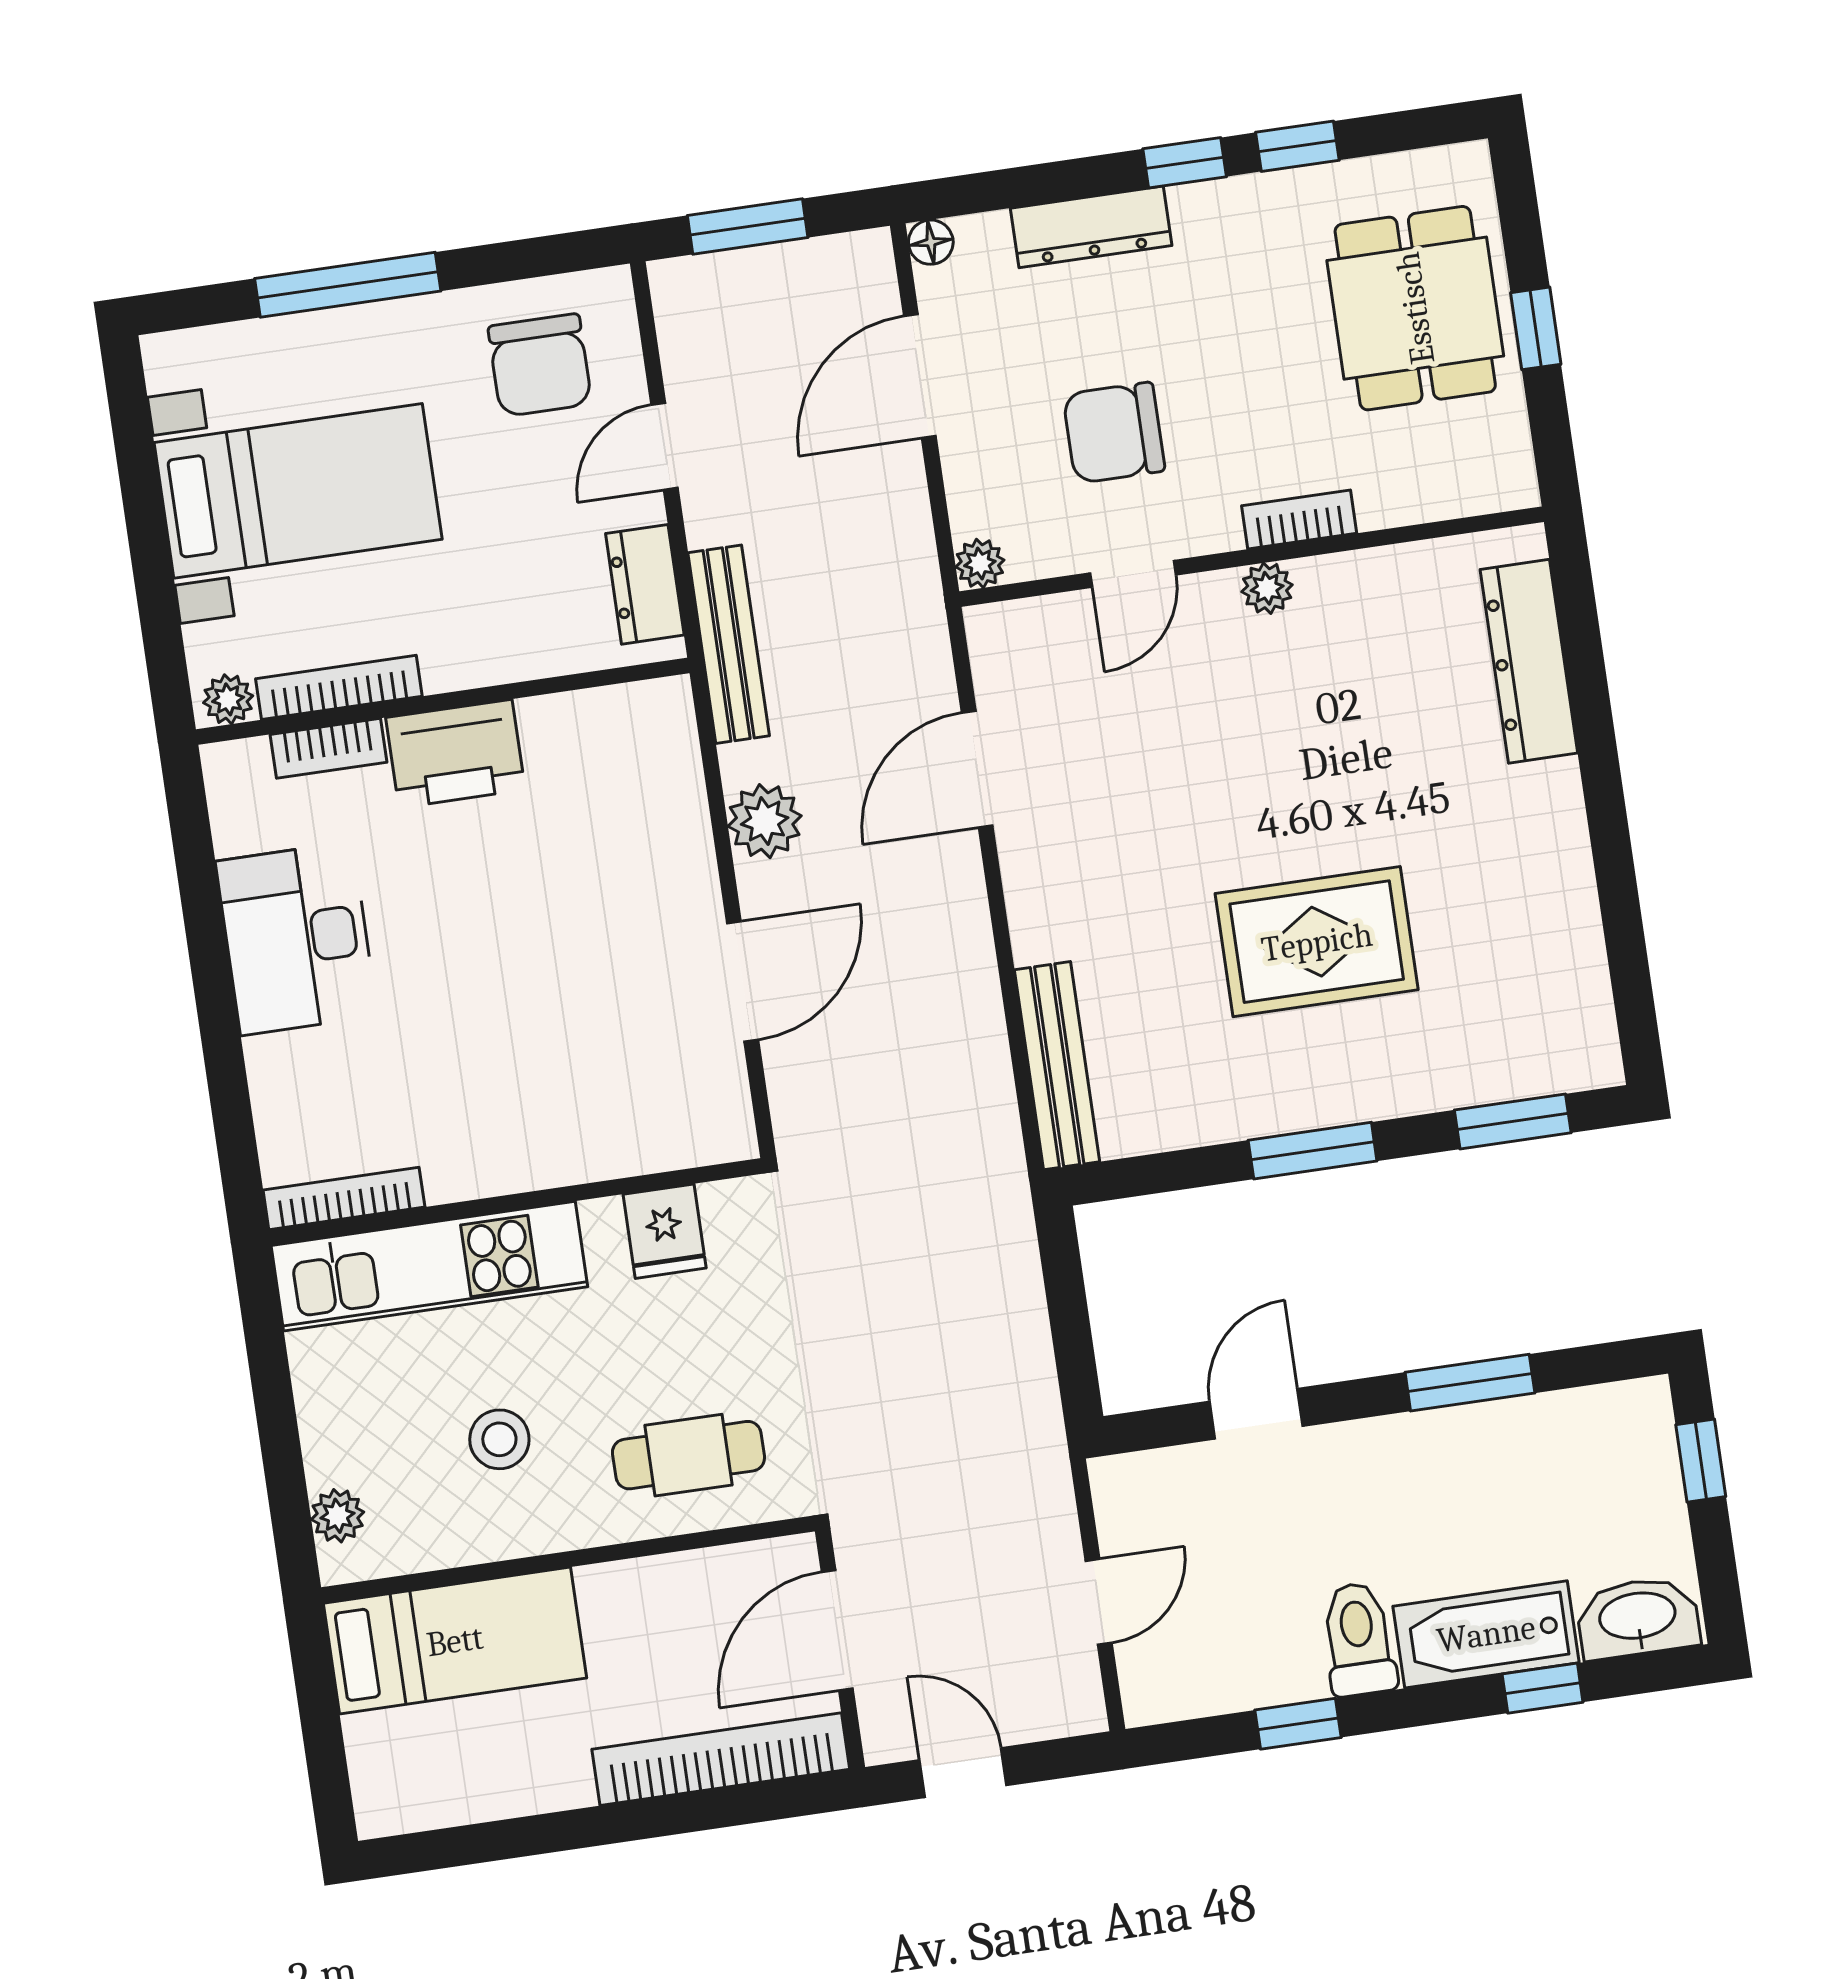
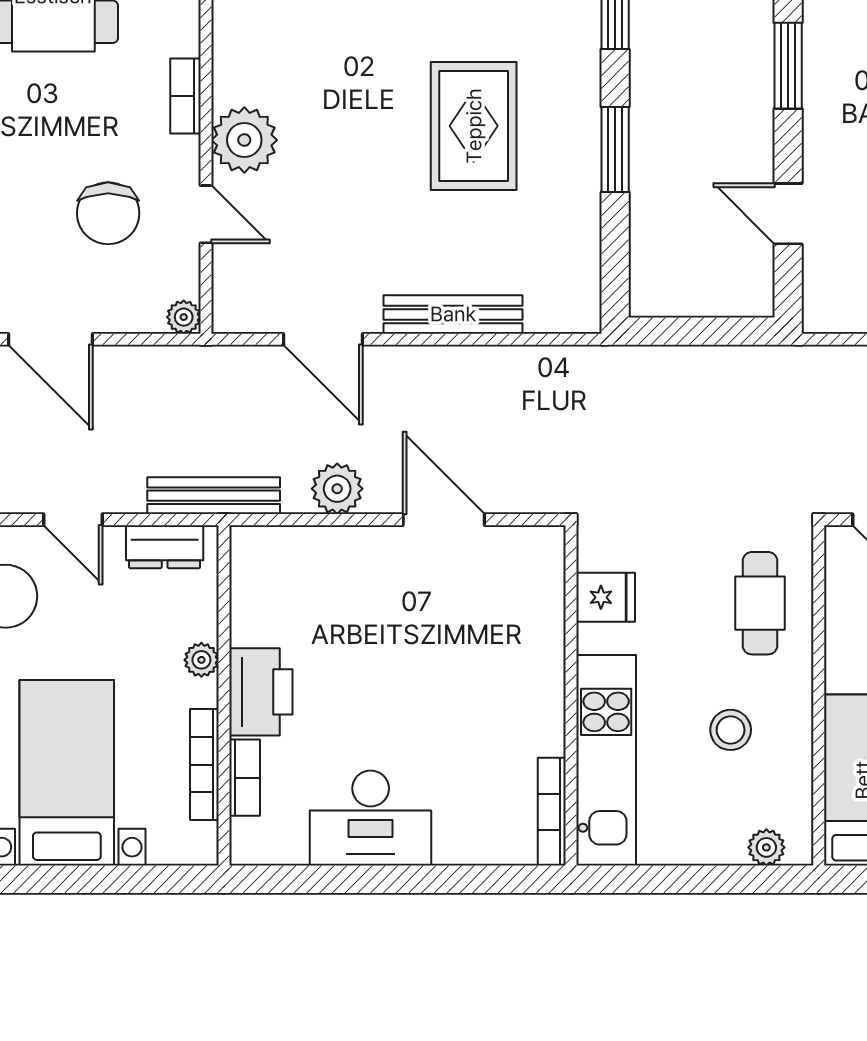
plant: (1267, 588) -> (244, 140), width x1.88, depth x1.88
plant: (228, 699) -> (201, 660), moved
bench: (1057, 1066) -> (453, 314), moved

